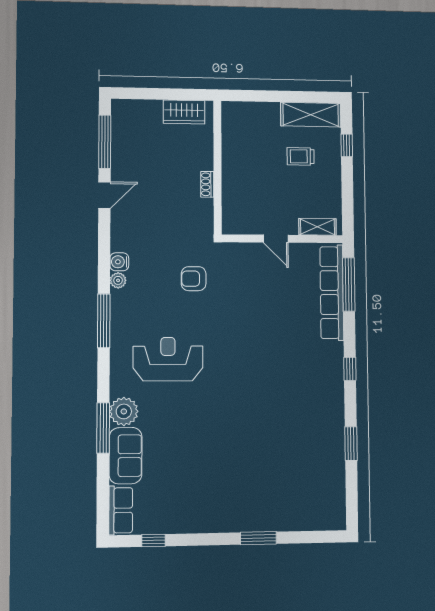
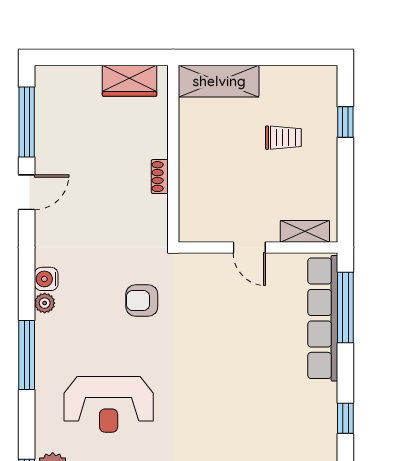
shelving: (311, 115) -> (219, 81), moved
trolley: (301, 156) -> (283, 138), turned 180
reception desk: (168, 359) -> (109, 404), turned 180

